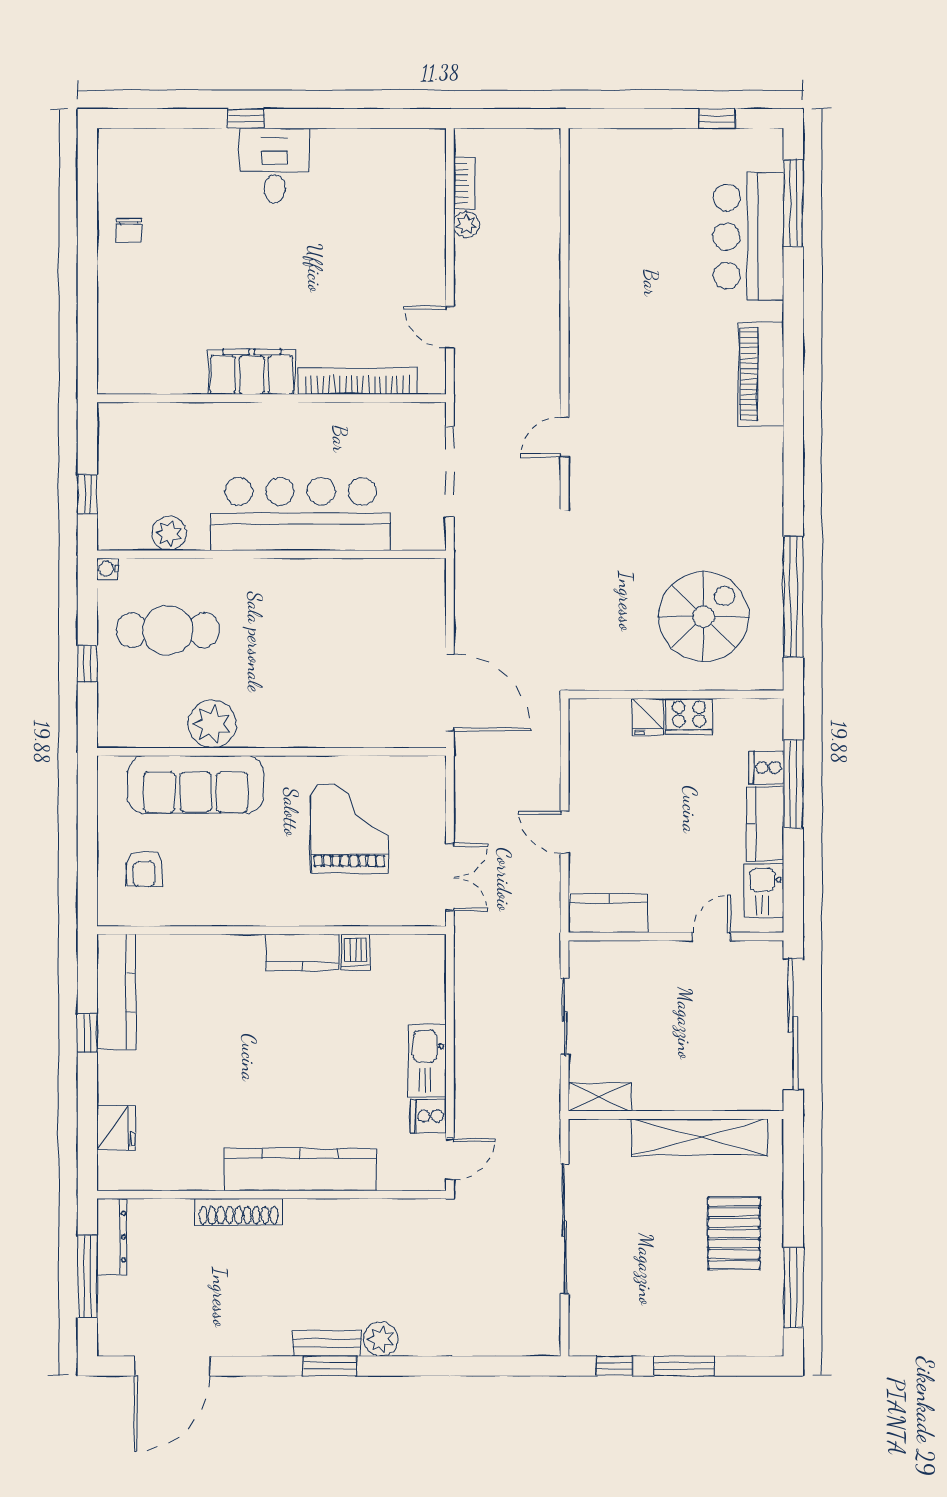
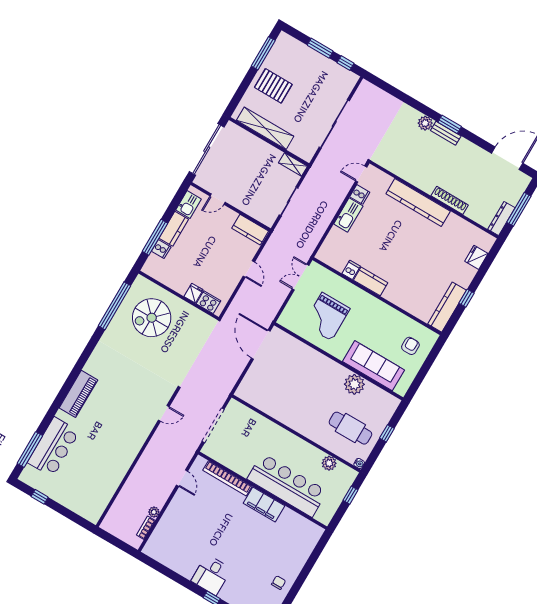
bar counter: (301, 514) -> (287, 485), moved, turned 180
cooker: (689, 716) -> (209, 302), moved
pallet: (734, 1233) -> (273, 86), turned 90

